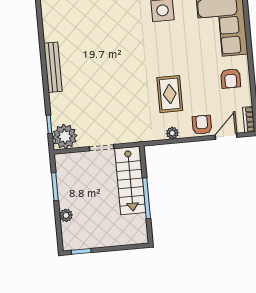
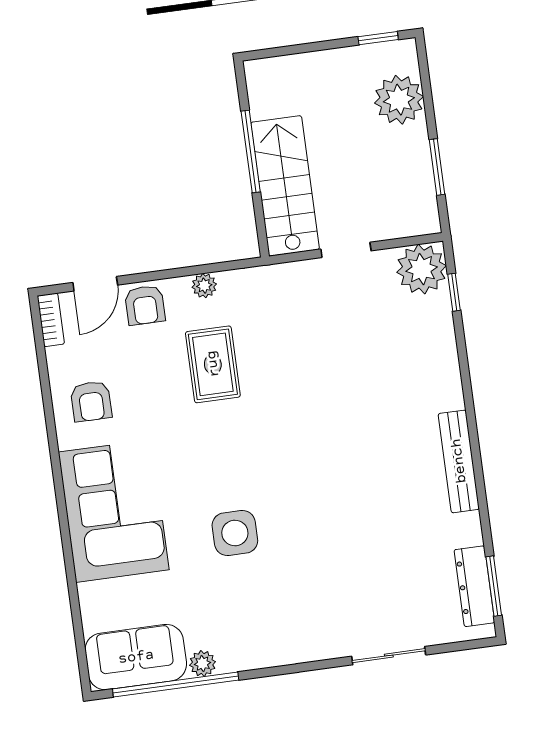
bench: (53, 67) -> (459, 461), moved
armchair: (231, 78) -> (91, 401), turned 180
plant: (66, 215) -> (399, 100), width x1.88, depth x1.88

